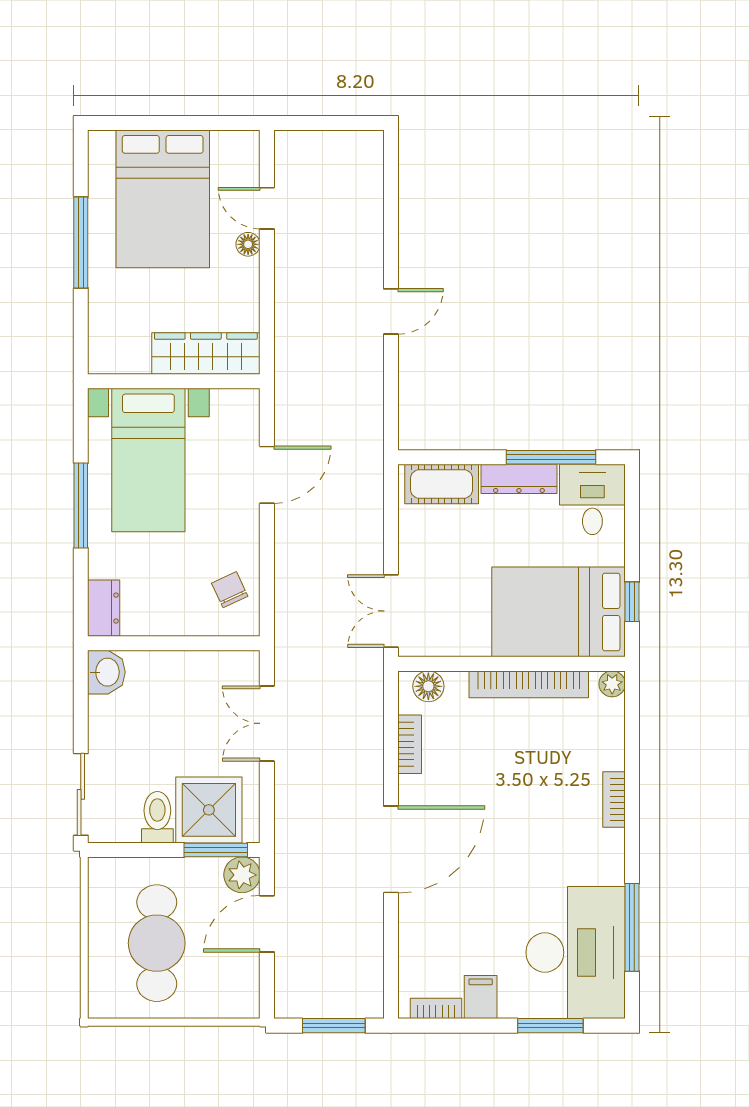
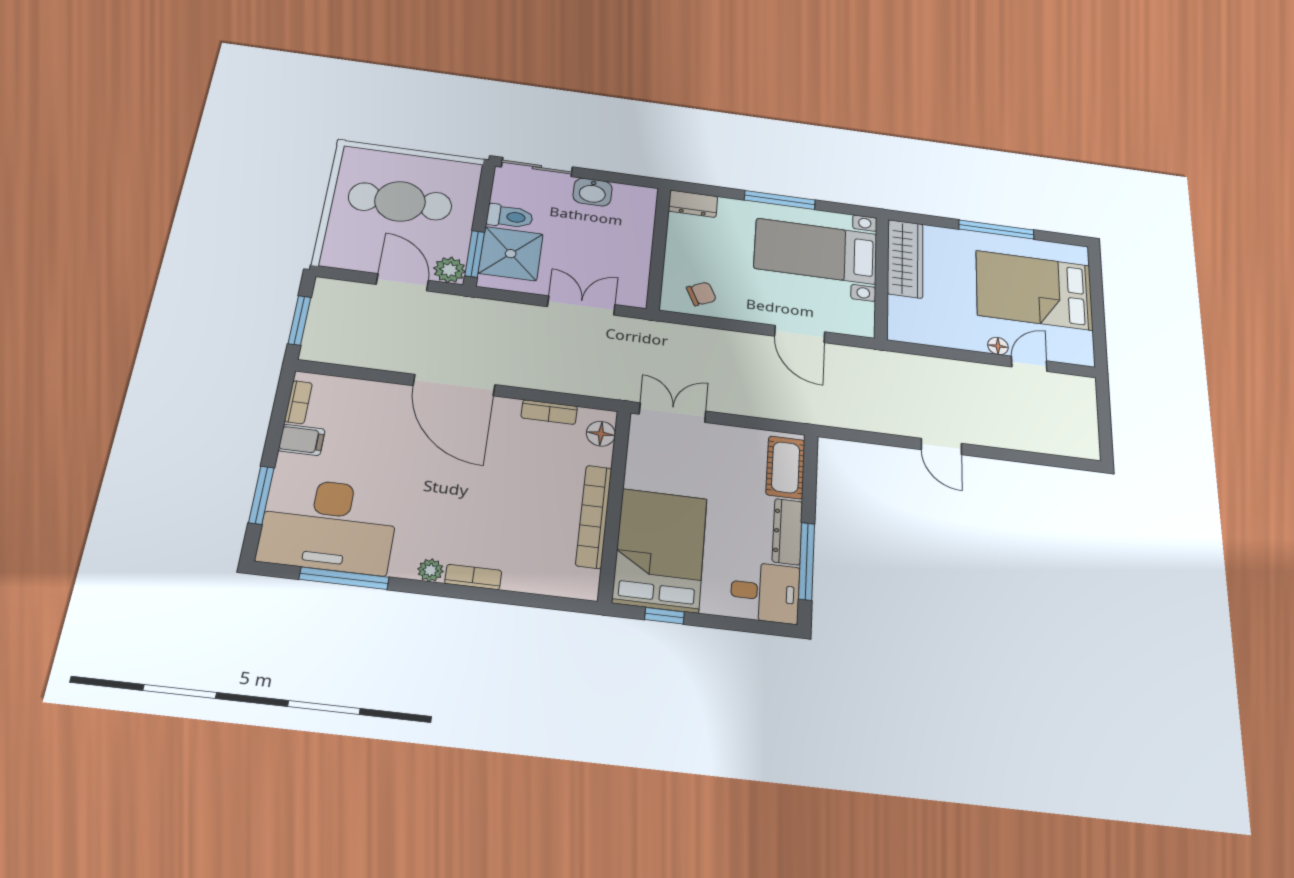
wardrobe: (206, 354) -> (905, 259), moved
washbasin: (106, 672) -> (593, 192), moved
plant: (612, 684) -> (430, 570), moved

